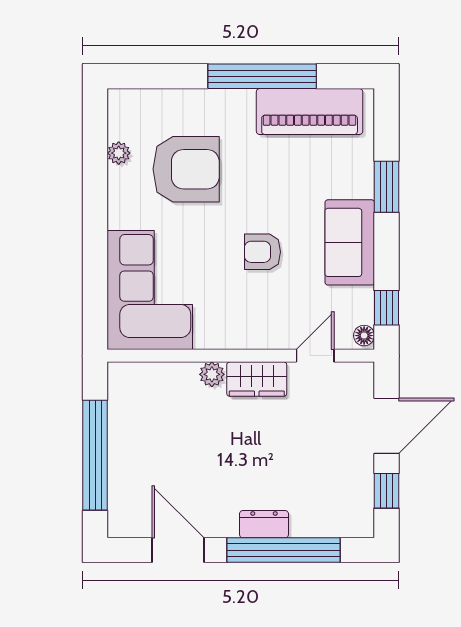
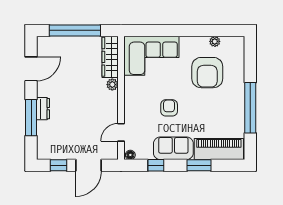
piano: (310, 112) -> (219, 149), moved, turned 90
window: (387, 308) -> (156, 165), moved
door: (315, 356) -> (121, 132), swing flipped
wardrobe: (257, 379) -> (110, 57), moved, width x1.50
door: (387, 426) -> (88, 165), hinge flipped
window: (284, 550) -> (31, 118), width x0.68

